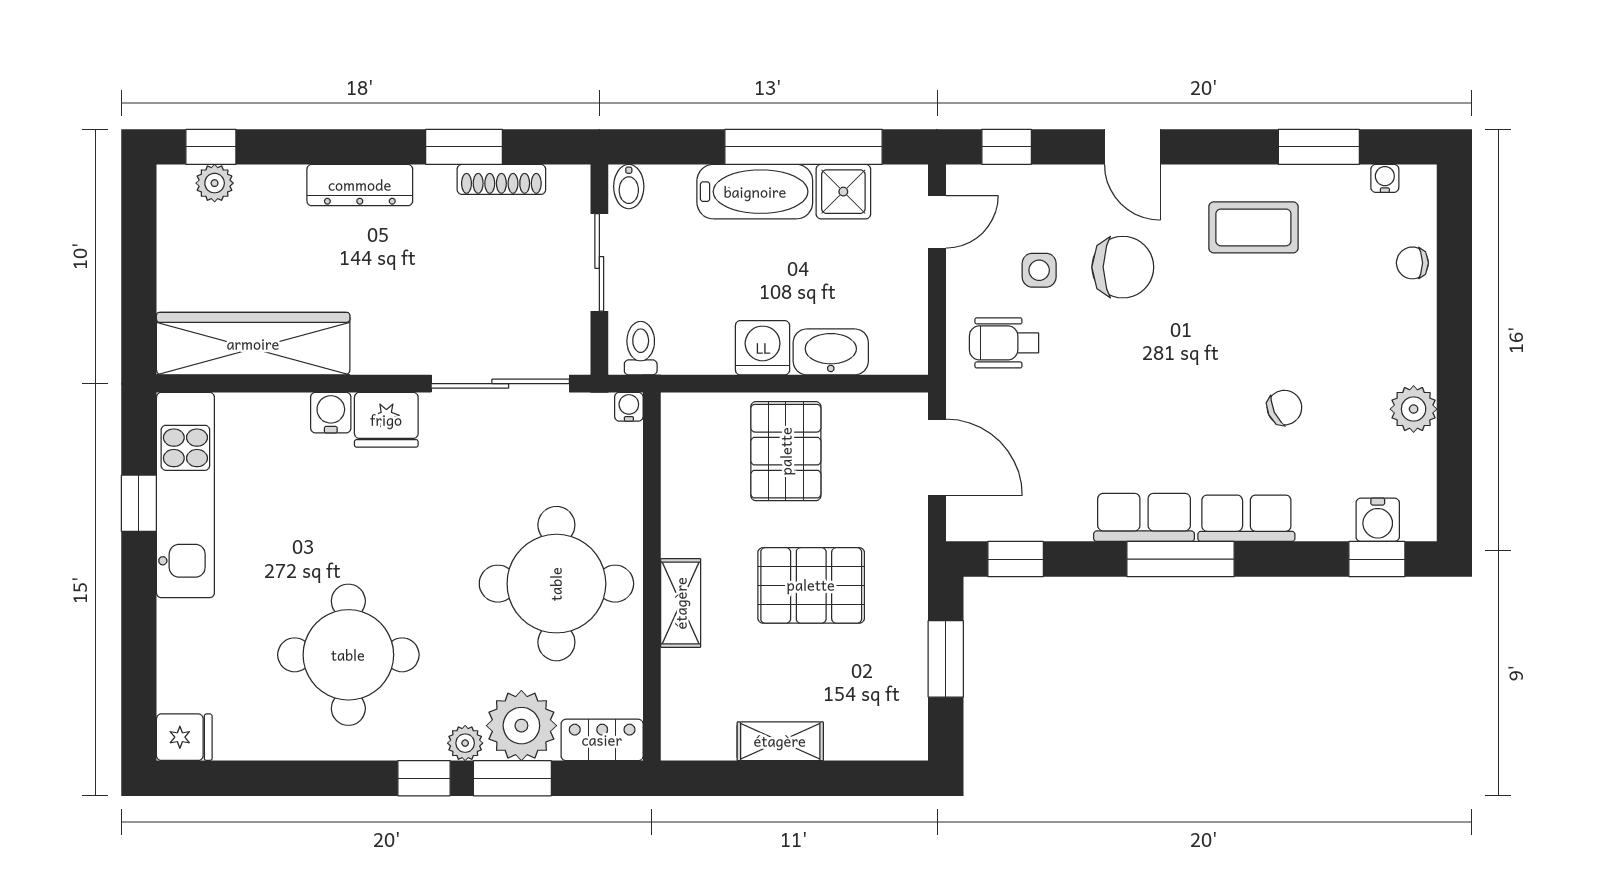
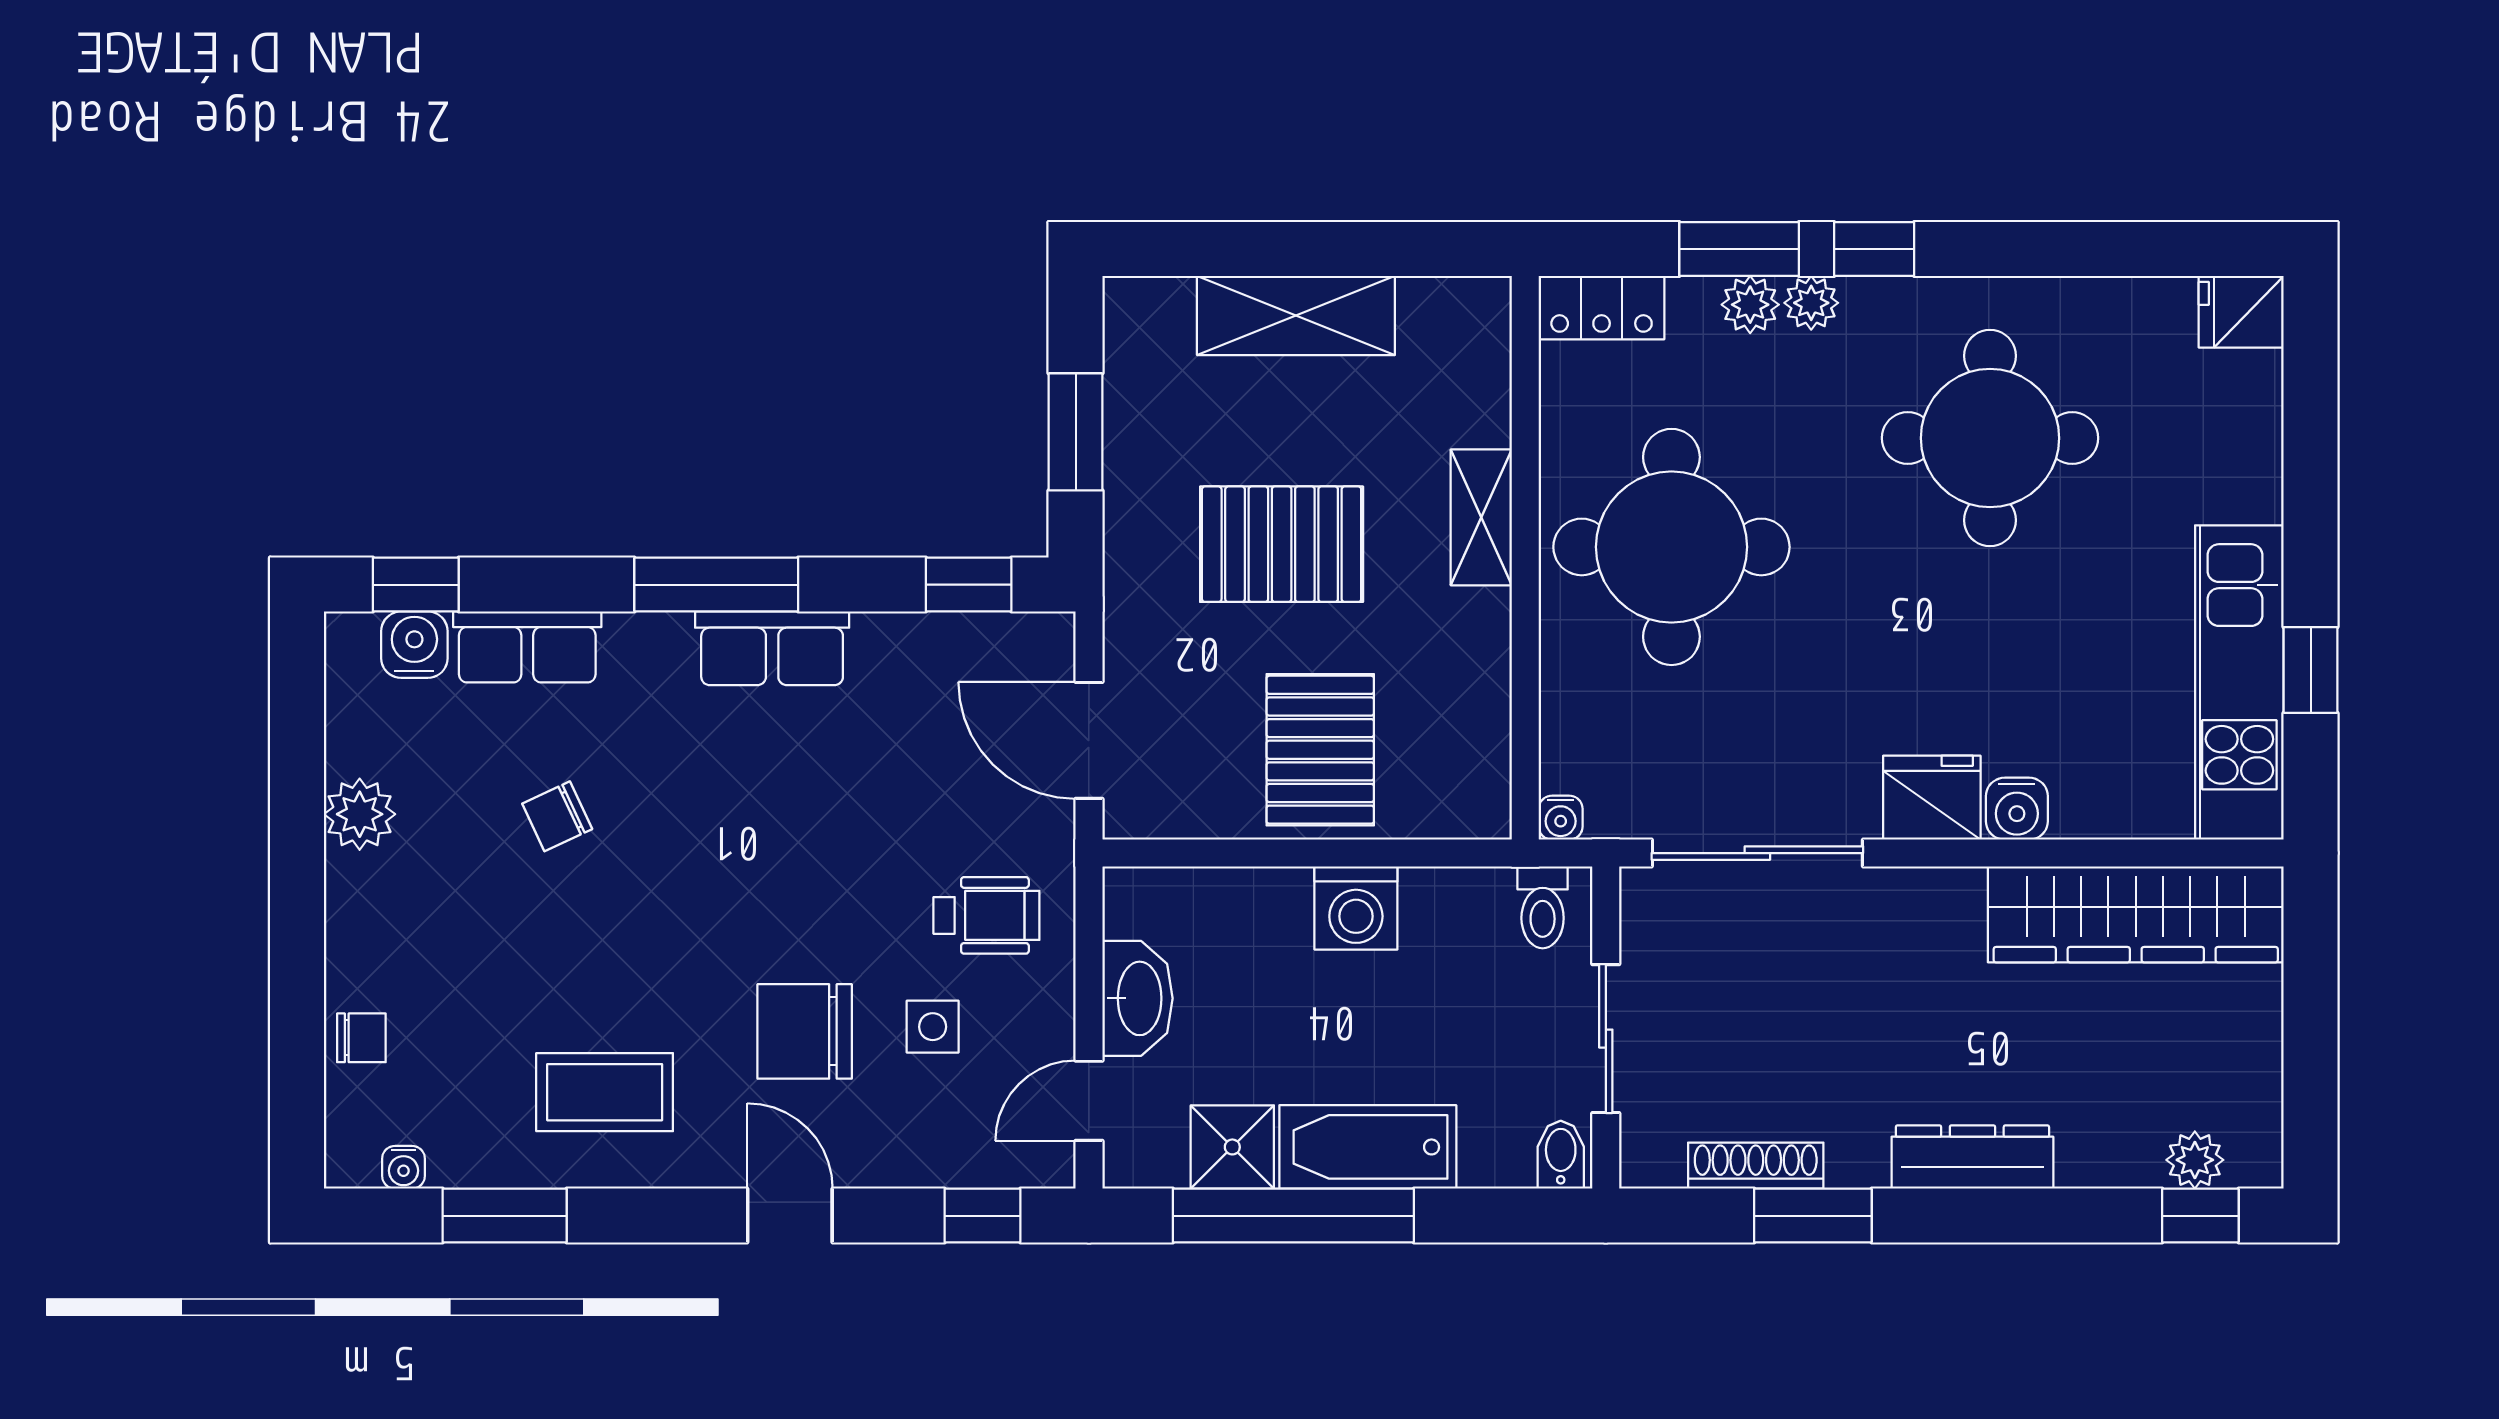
washbasin: (831, 352) -> (1138, 998), moved, turned -90
row of seats: (1246, 518) -> (527, 647), moved
plant: (521, 726) -> (1750, 305), width x0.53, depth x0.53
shelving: (780, 741) -> (1296, 315), width x1.50, depth x1.33

